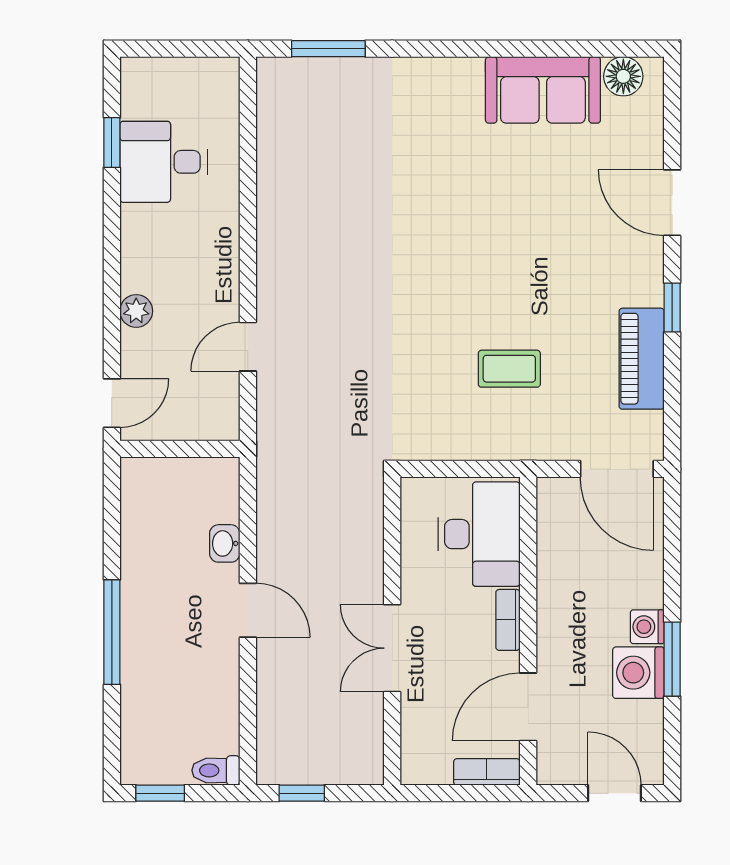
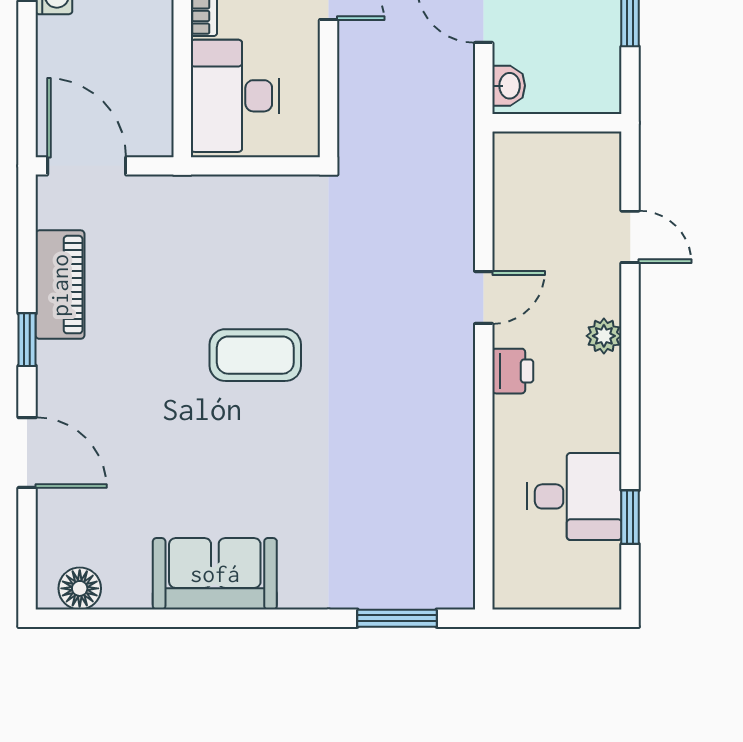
sofa: (543, 90) -> (215, 574), moved
printer: (221, 278) -> (513, 371), added
coffee table: (509, 369) -> (255, 355), moved, width x1.36, depth x1.30
door: (112, 403) -> (630, 237), swing flipped
wall: (180, 449) -> (557, 123), moved

